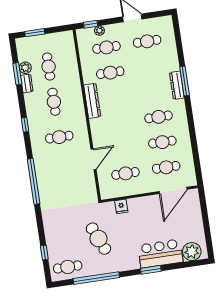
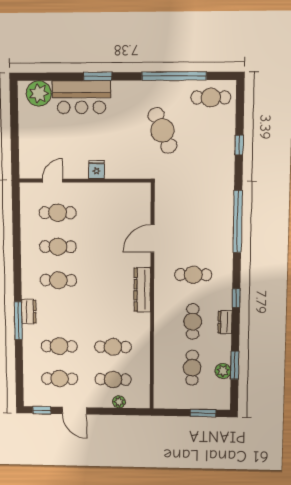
window: (91, 24) -> (42, 410), moved
dresser: (27, 84) -> (225, 322), moved
dresser: (177, 85) -> (29, 312), width x0.70
dresser: (92, 101) -> (142, 290), moved
cafe table: (126, 173) -> (59, 346), moved
door: (173, 190) -> (53, 181), width x0.53
fridge: (121, 206) -> (97, 170), moved
window: (44, 253) -> (239, 145), moved

